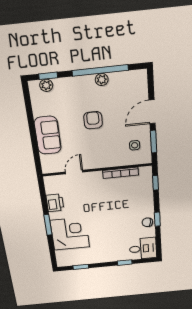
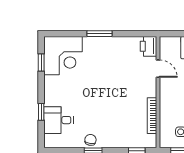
printer: (55, 203) -> (149, 46), moved, turned 90
corner desk: (70, 234) -> (63, 56), moved
desk: (143, 249) -> (58, 120), moved, turned 90

